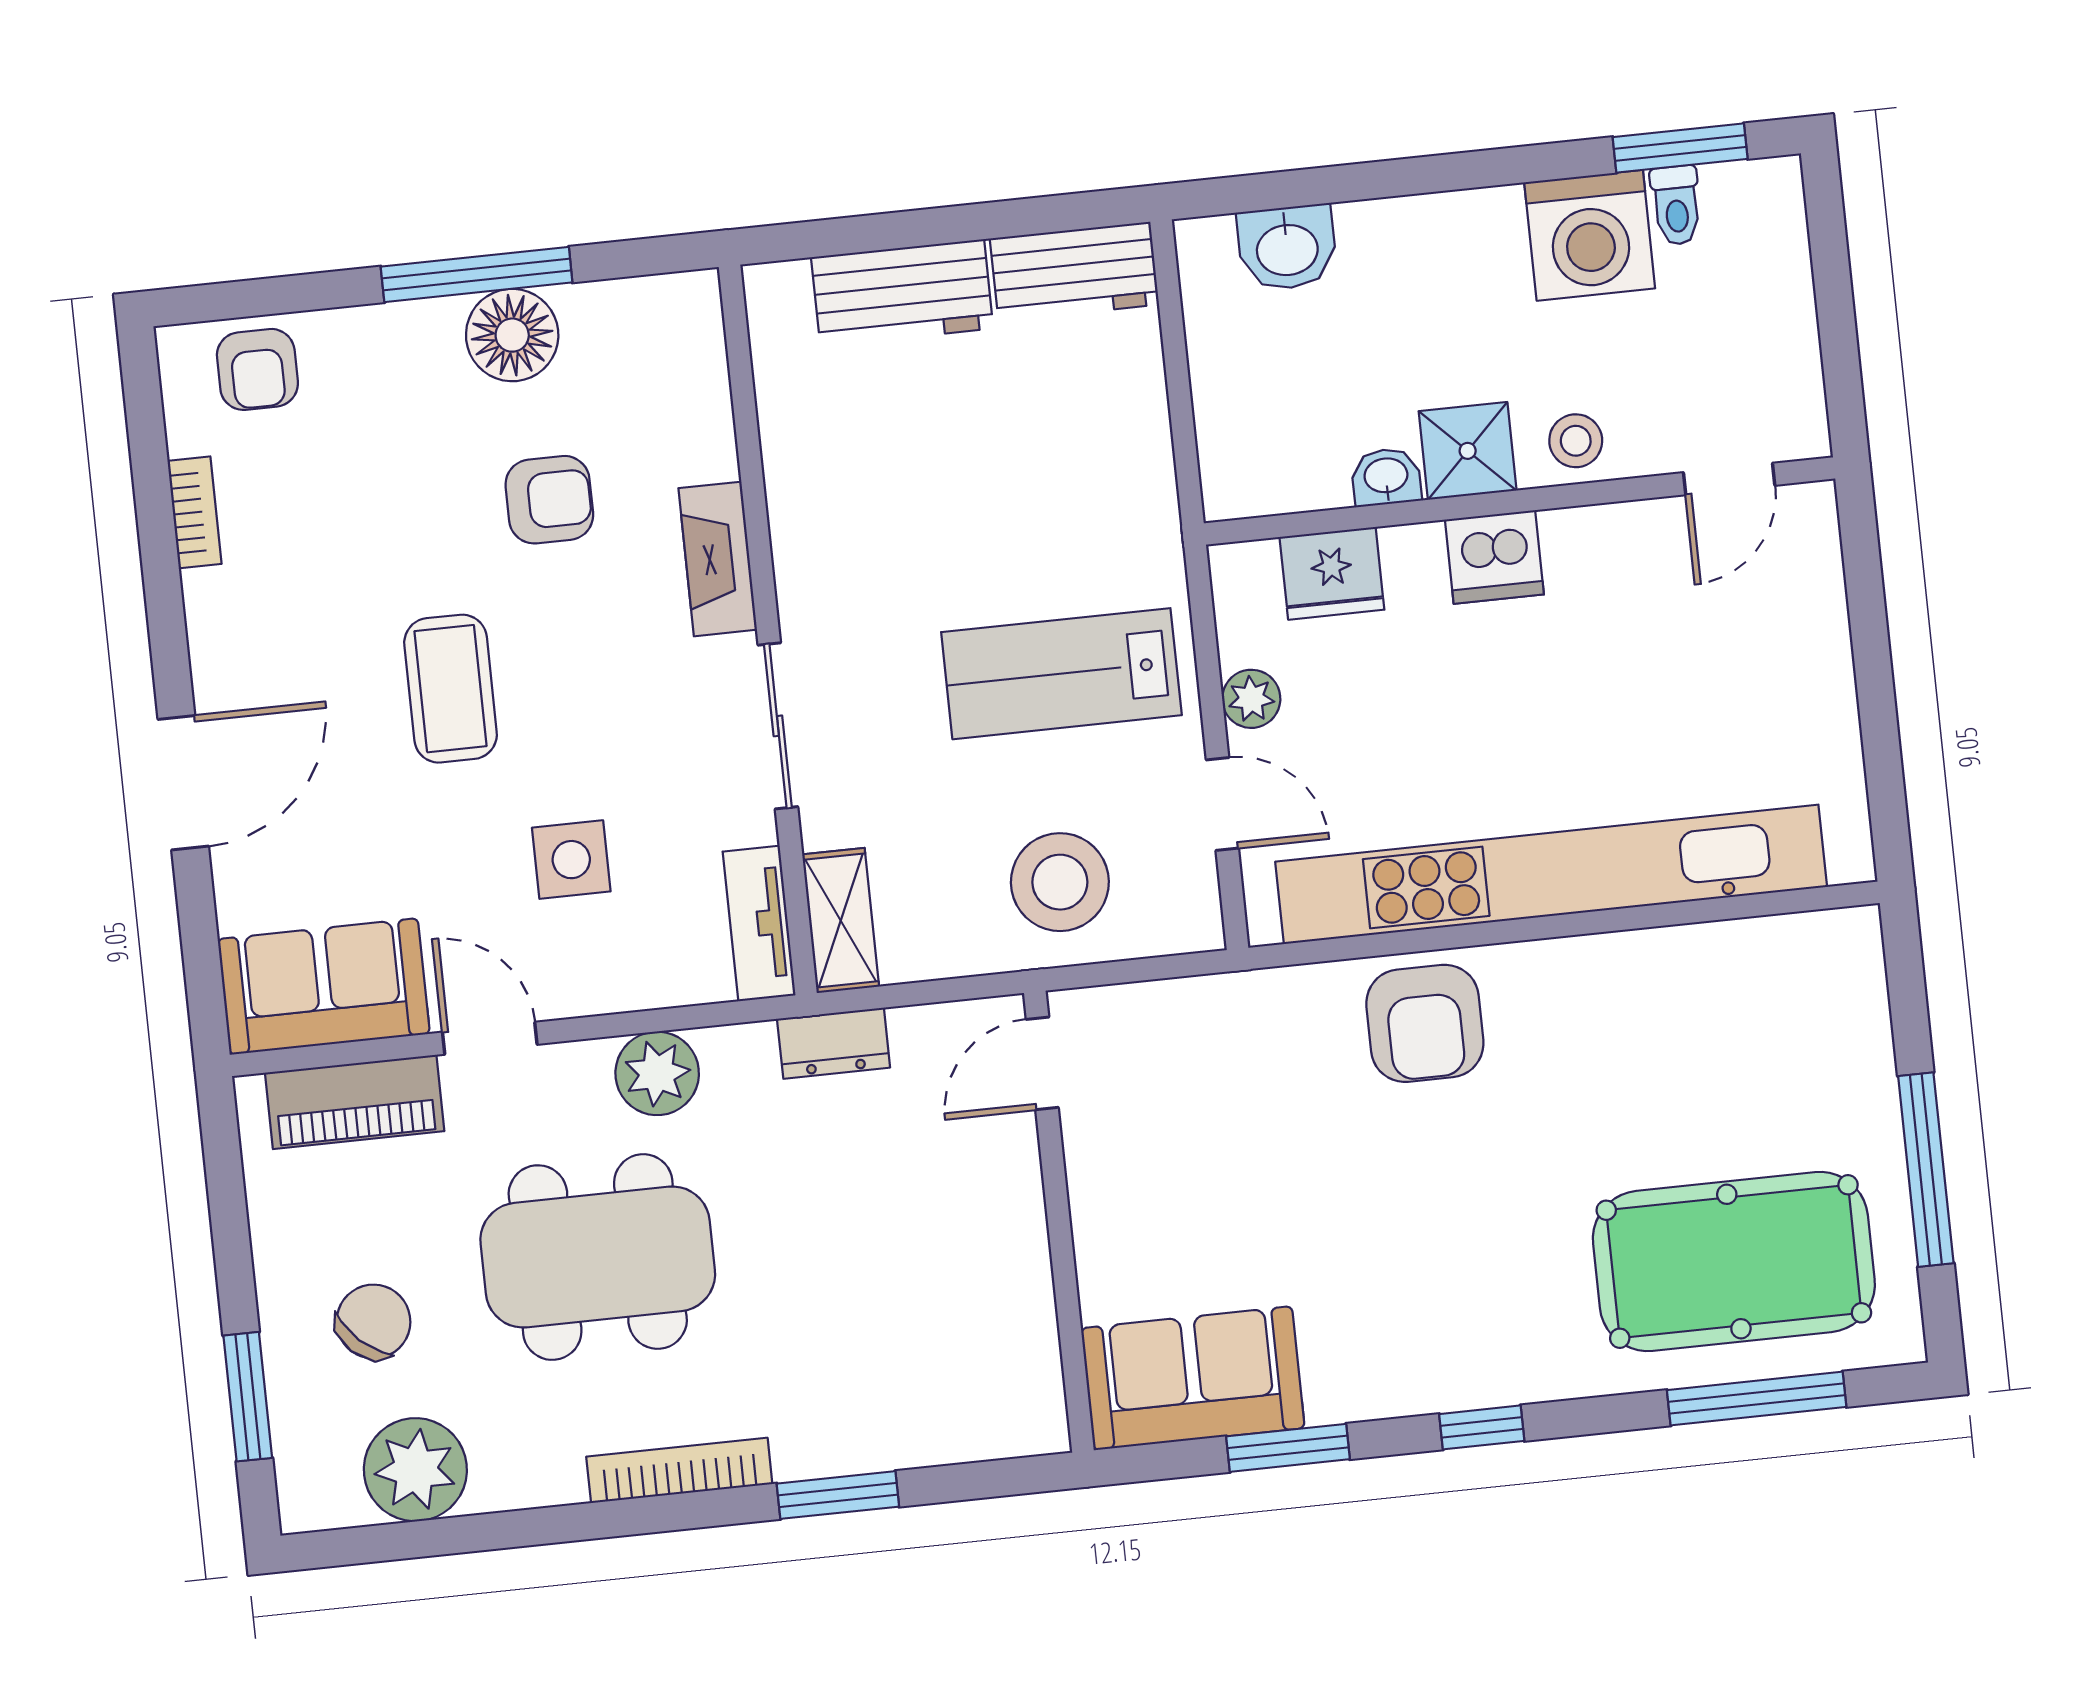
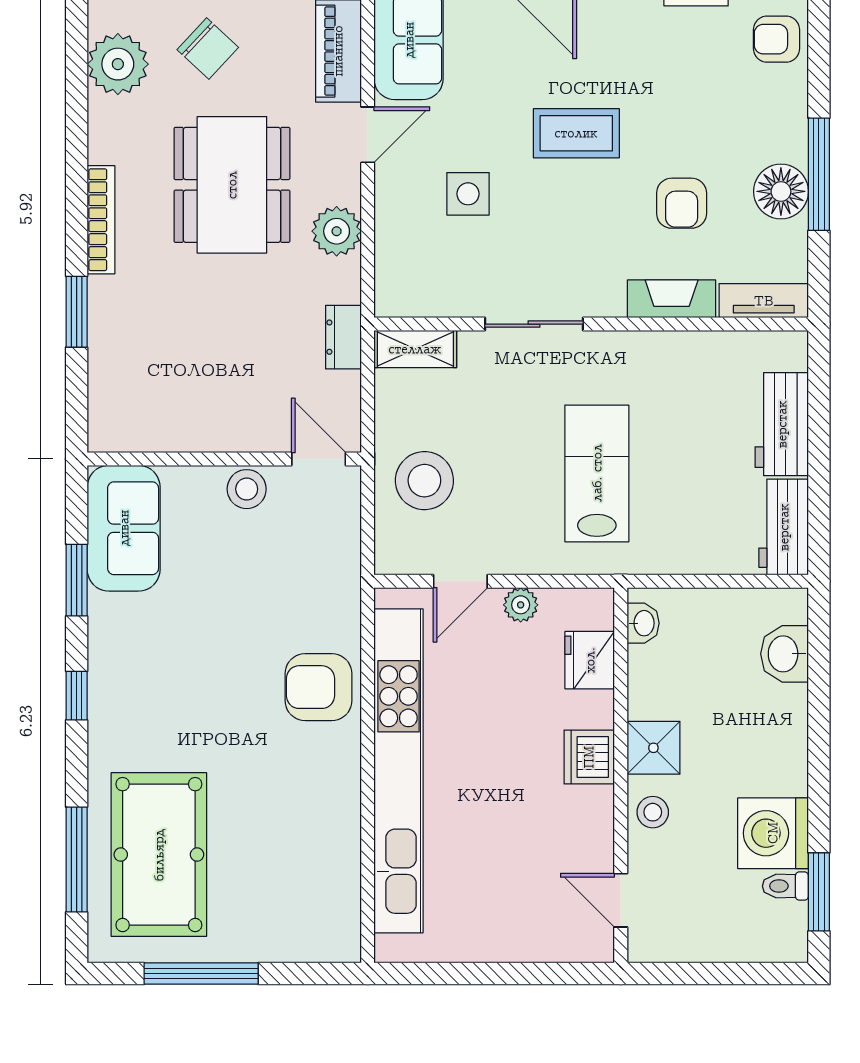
washbasin: (1386, 477) -> (643, 623), moved
fireplace: (718, 559) -> (672, 299), moved
lab bench: (1061, 674) -> (597, 473), moved
tv unit: (759, 923) -> (764, 301), moved
stool: (1105, 1179) -> (247, 489), added

